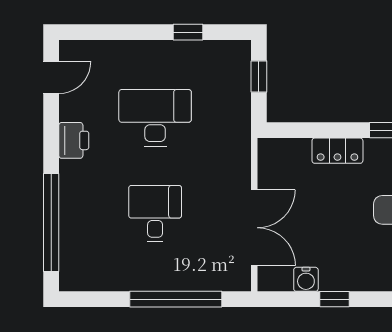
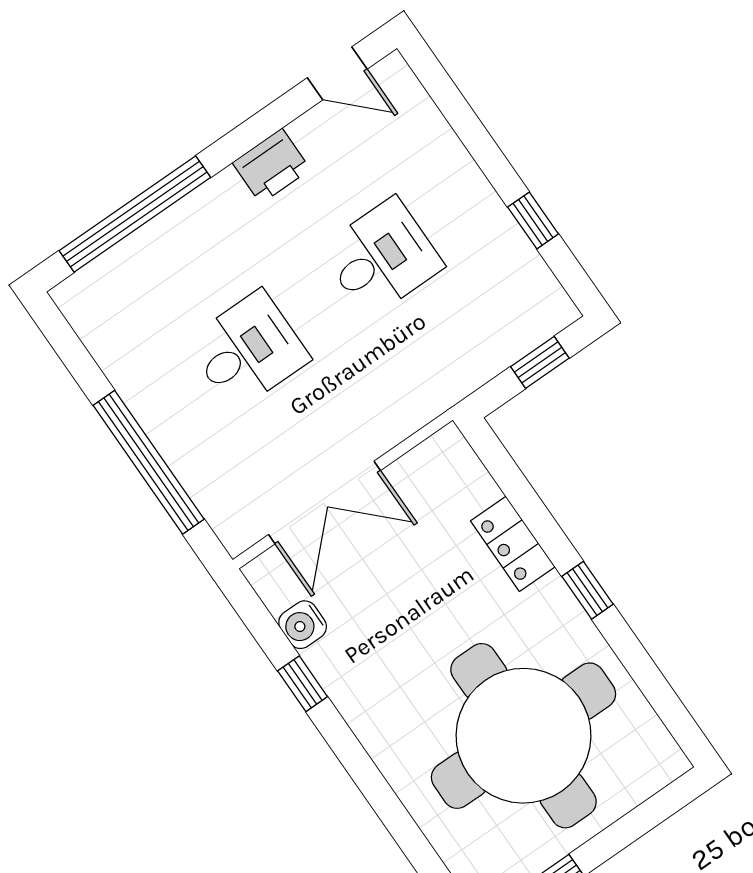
desk: (155, 118) -> (382, 257), width x0.73

